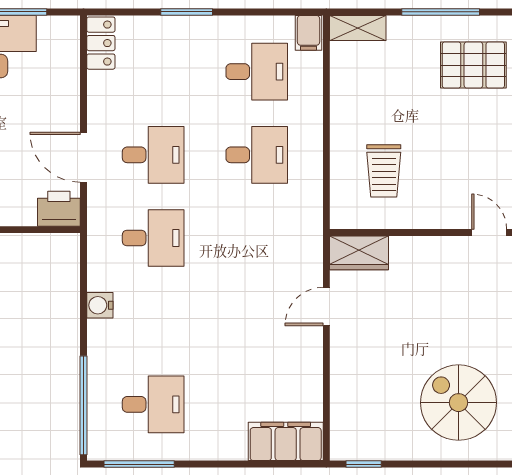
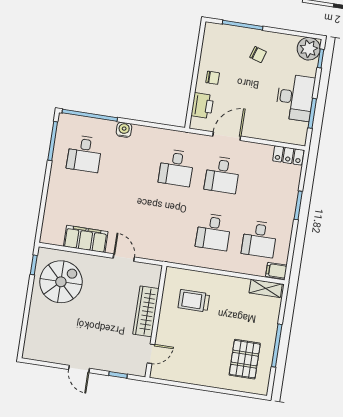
shelving: (358, 28) -> (266, 288), moved, turned 90
printer: (59, 209) -> (202, 106), moved
wardrobe: (359, 253) -> (146, 311), moved, width x1.50
water cooler: (100, 305) -> (124, 130), moved
spiral stairs: (458, 403) -> (61, 282), moved
filing cabinet: (286, 441) -> (86, 239), moved, turned -90

